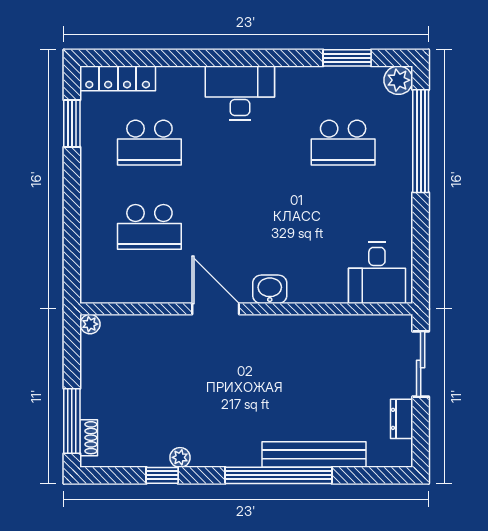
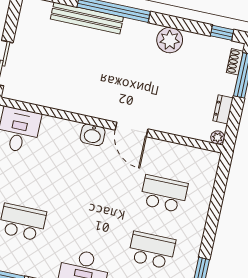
dresser: (402, 419) -> (223, 109), moved, turned 180
plant: (180, 457) -> (170, 40), width x1.88, depth x1.88
window: (162, 475) -> (222, 33), moved

